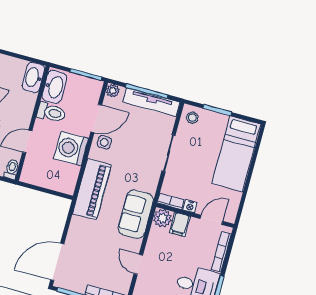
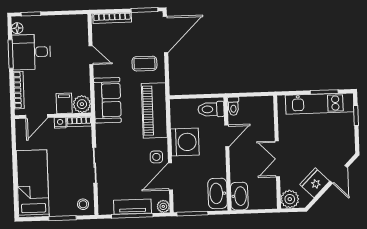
tv unit: (151, 102) -> (132, 207), width x0.71
toilet: (51, 112) -> (211, 109), moved
coffee table: (87, 239) -> (144, 64), added

